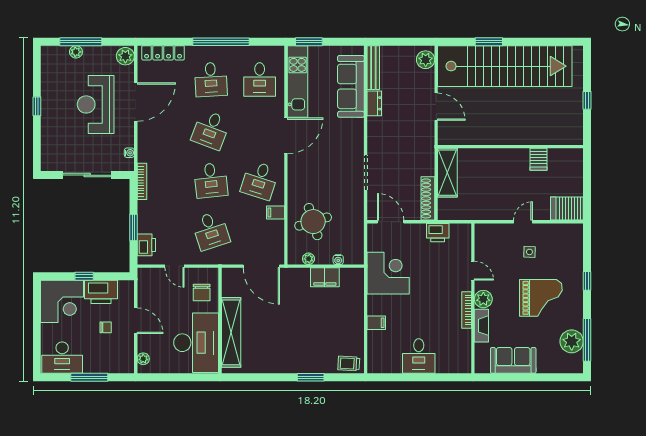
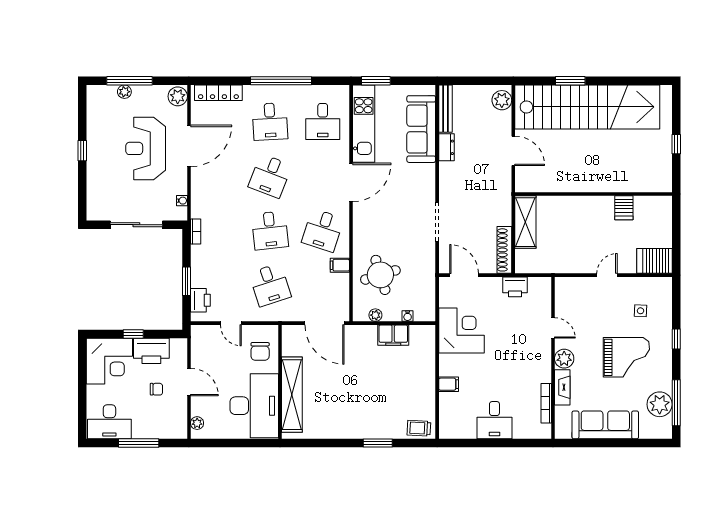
bookcase: (142, 181) -> (196, 232), width x0.64
side table: (529, 252) -> (640, 311), moved
bookcase: (467, 310) -> (546, 403), moved
sofa: (513, 360) -> (605, 425), width x1.36

